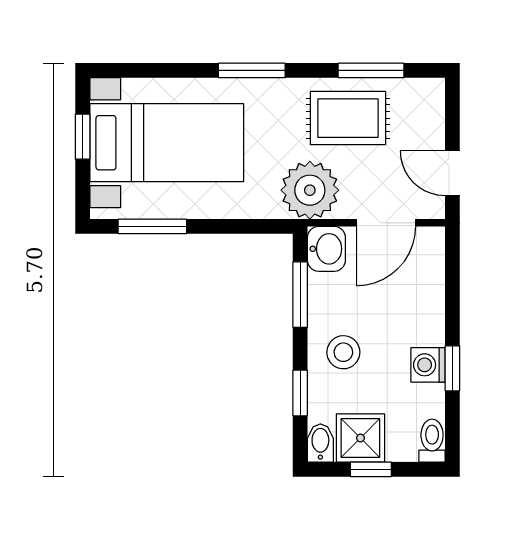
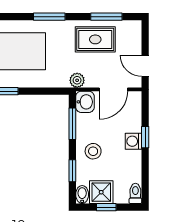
plant: (310, 190) -> (77, 80), width x0.53, depth x0.53
washing machine: (428, 365) -> (134, 141), moved
window: (452, 368) -> (145, 137), moved

